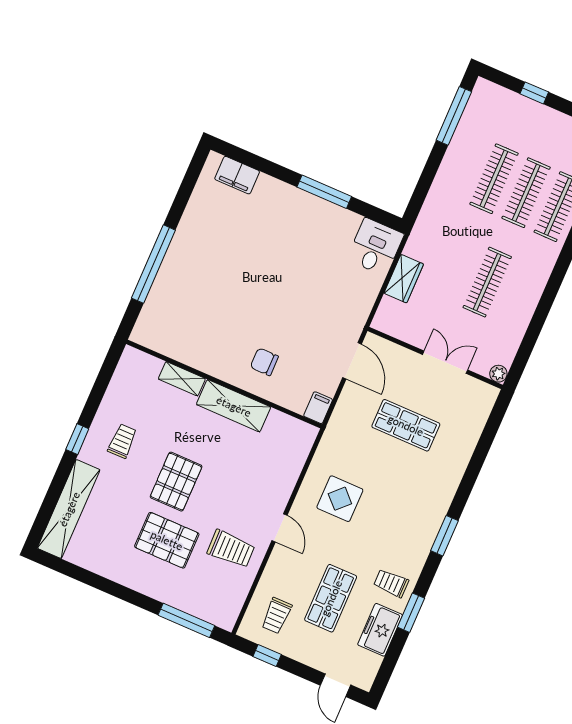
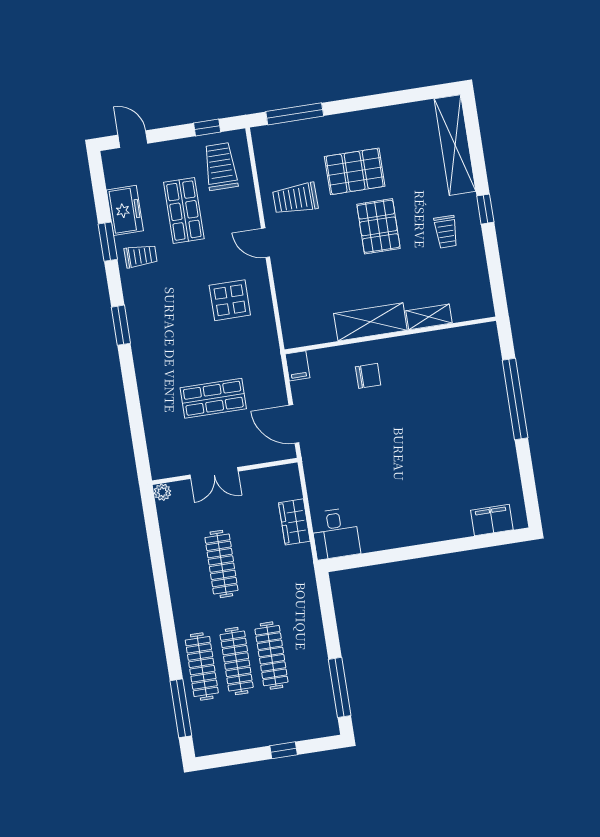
window: (324, 192) -> (409, 553), removed
trolley: (277, 616) -> (221, 166), width x1.36, depth x1.39

